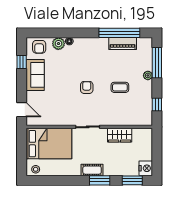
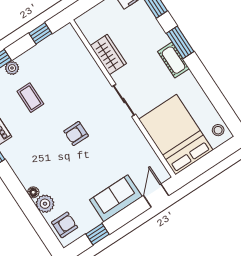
sofa: (35, 75) -> (116, 198), moved
coffee table: (120, 87) -> (30, 98), moved

